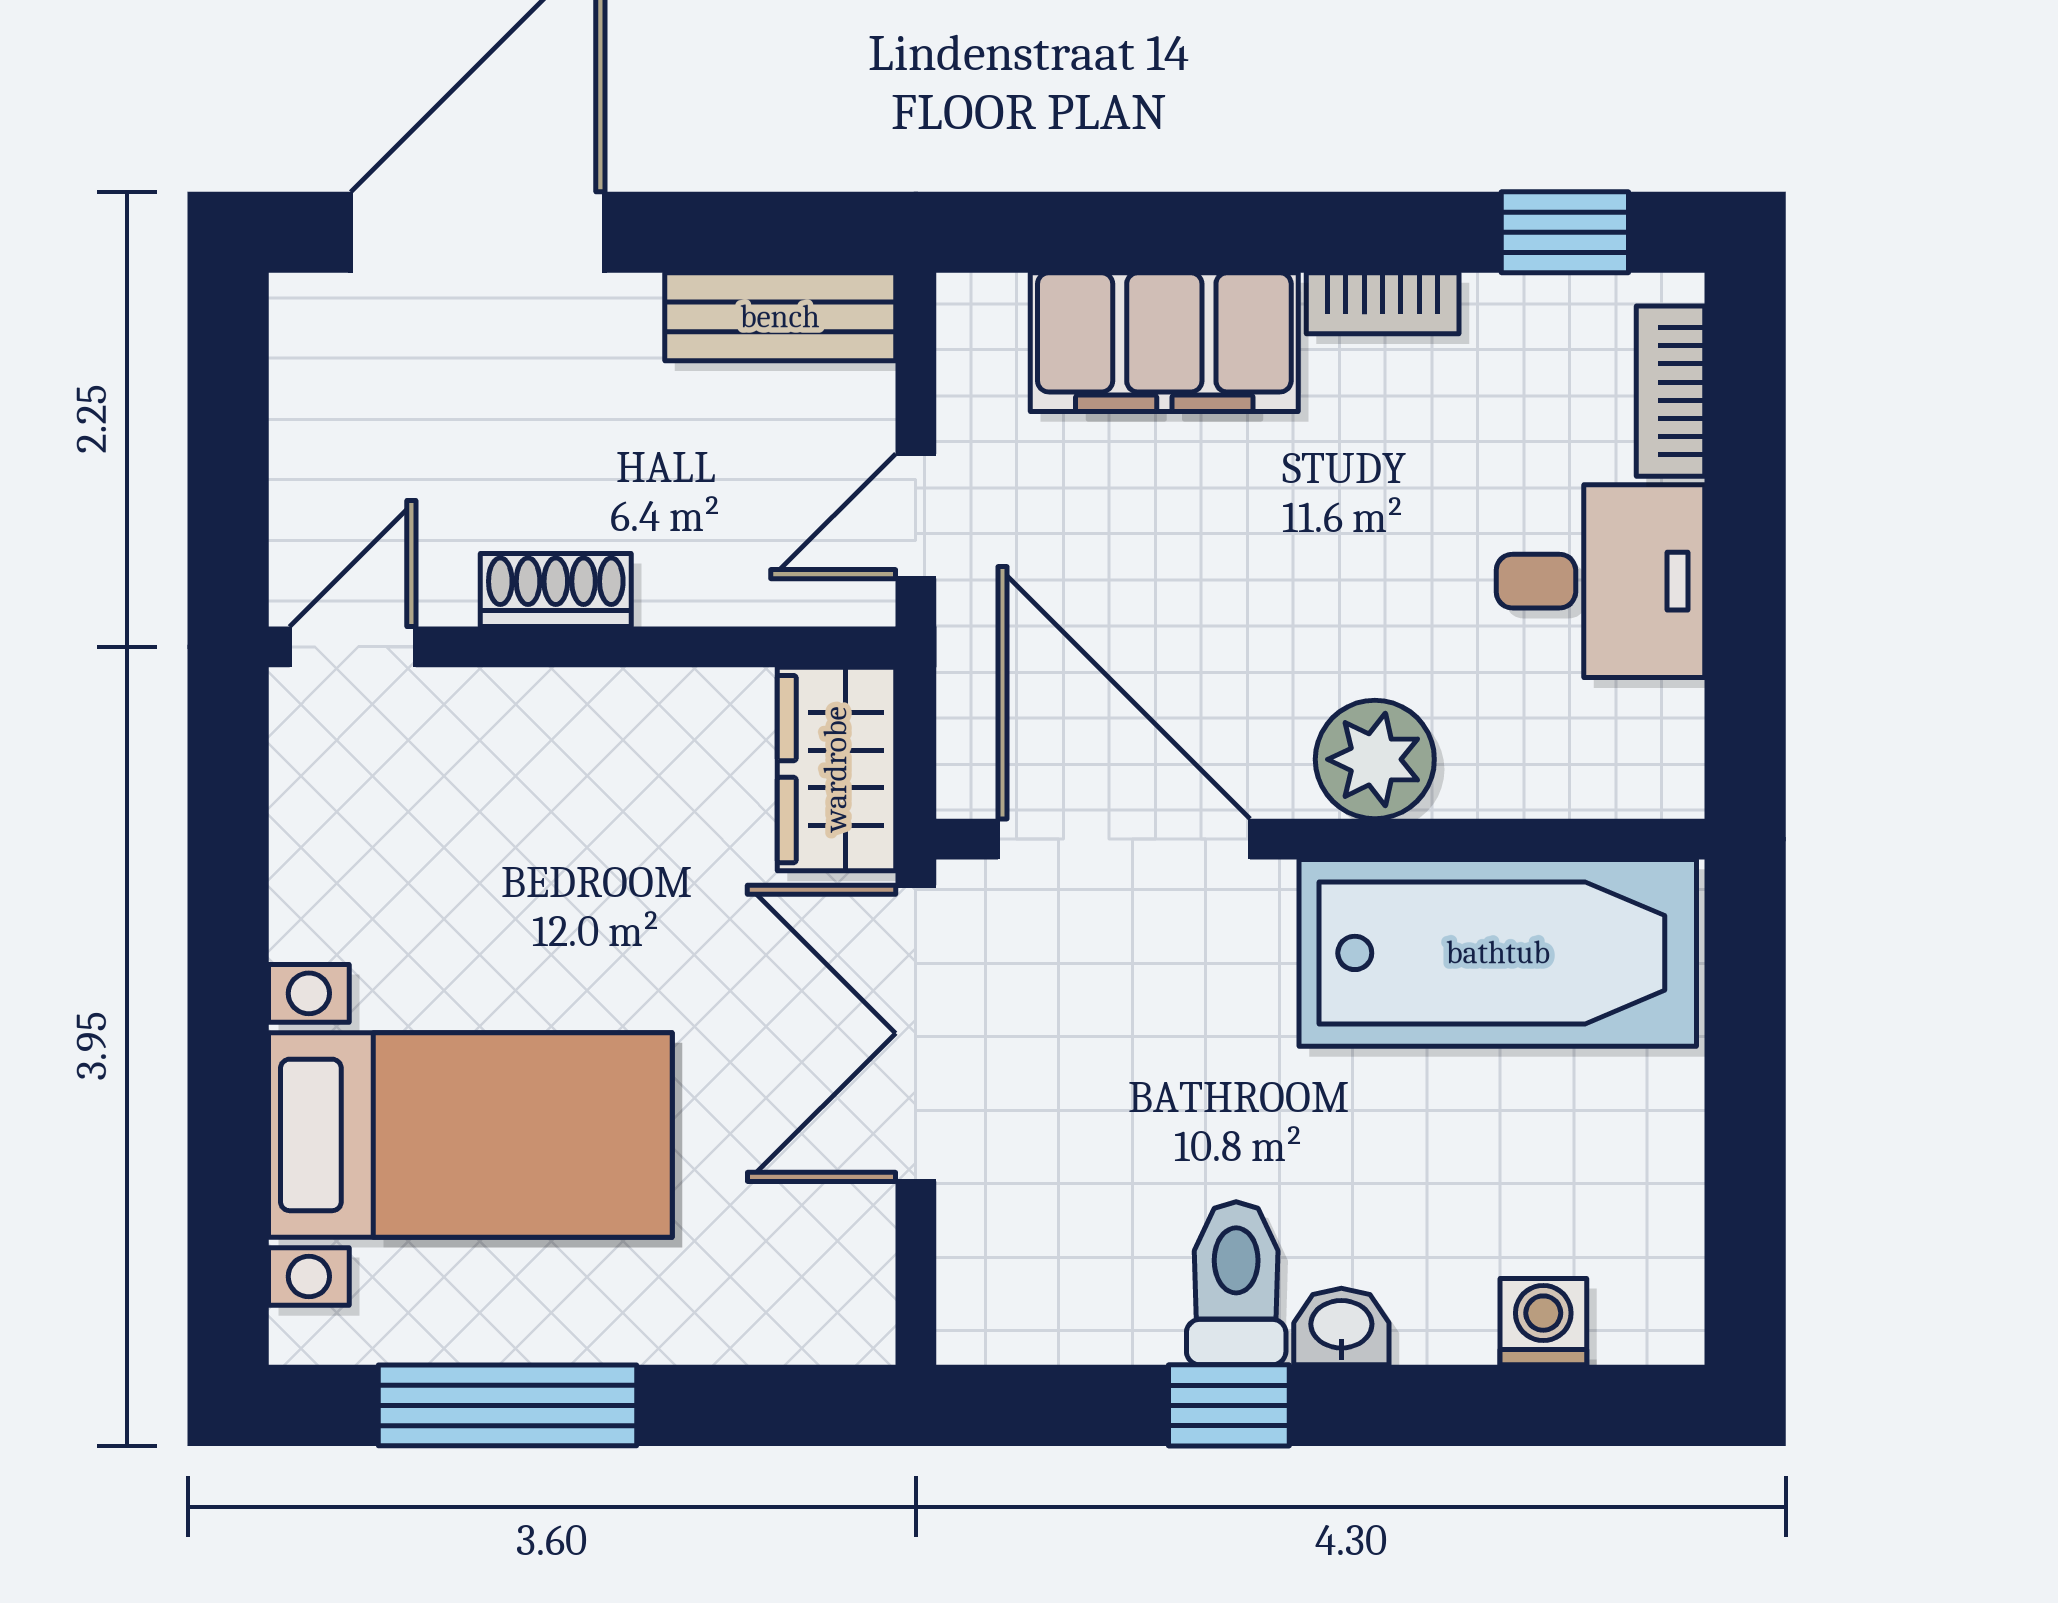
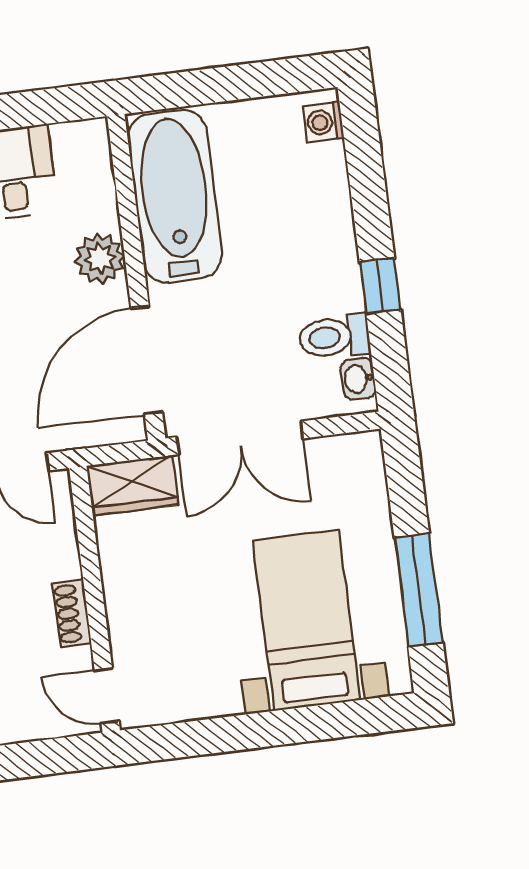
toilet: (1236, 1283) -> (334, 337), moved
washing machine: (1543, 1322) -> (324, 122), moved
washbasin: (1341, 1327) -> (358, 379), moved

